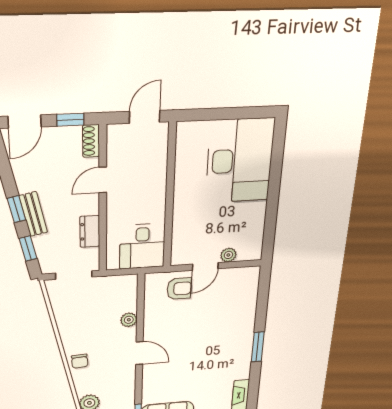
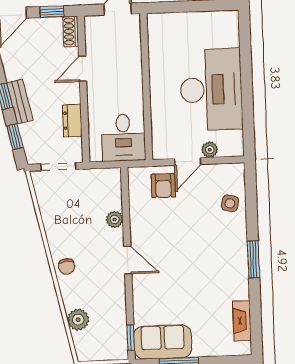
desk: (240, 161) -> (211, 90), moved
armchair: (179, 289) -> (163, 186), turned 90
side table: (242, 302) -> (230, 203), added

